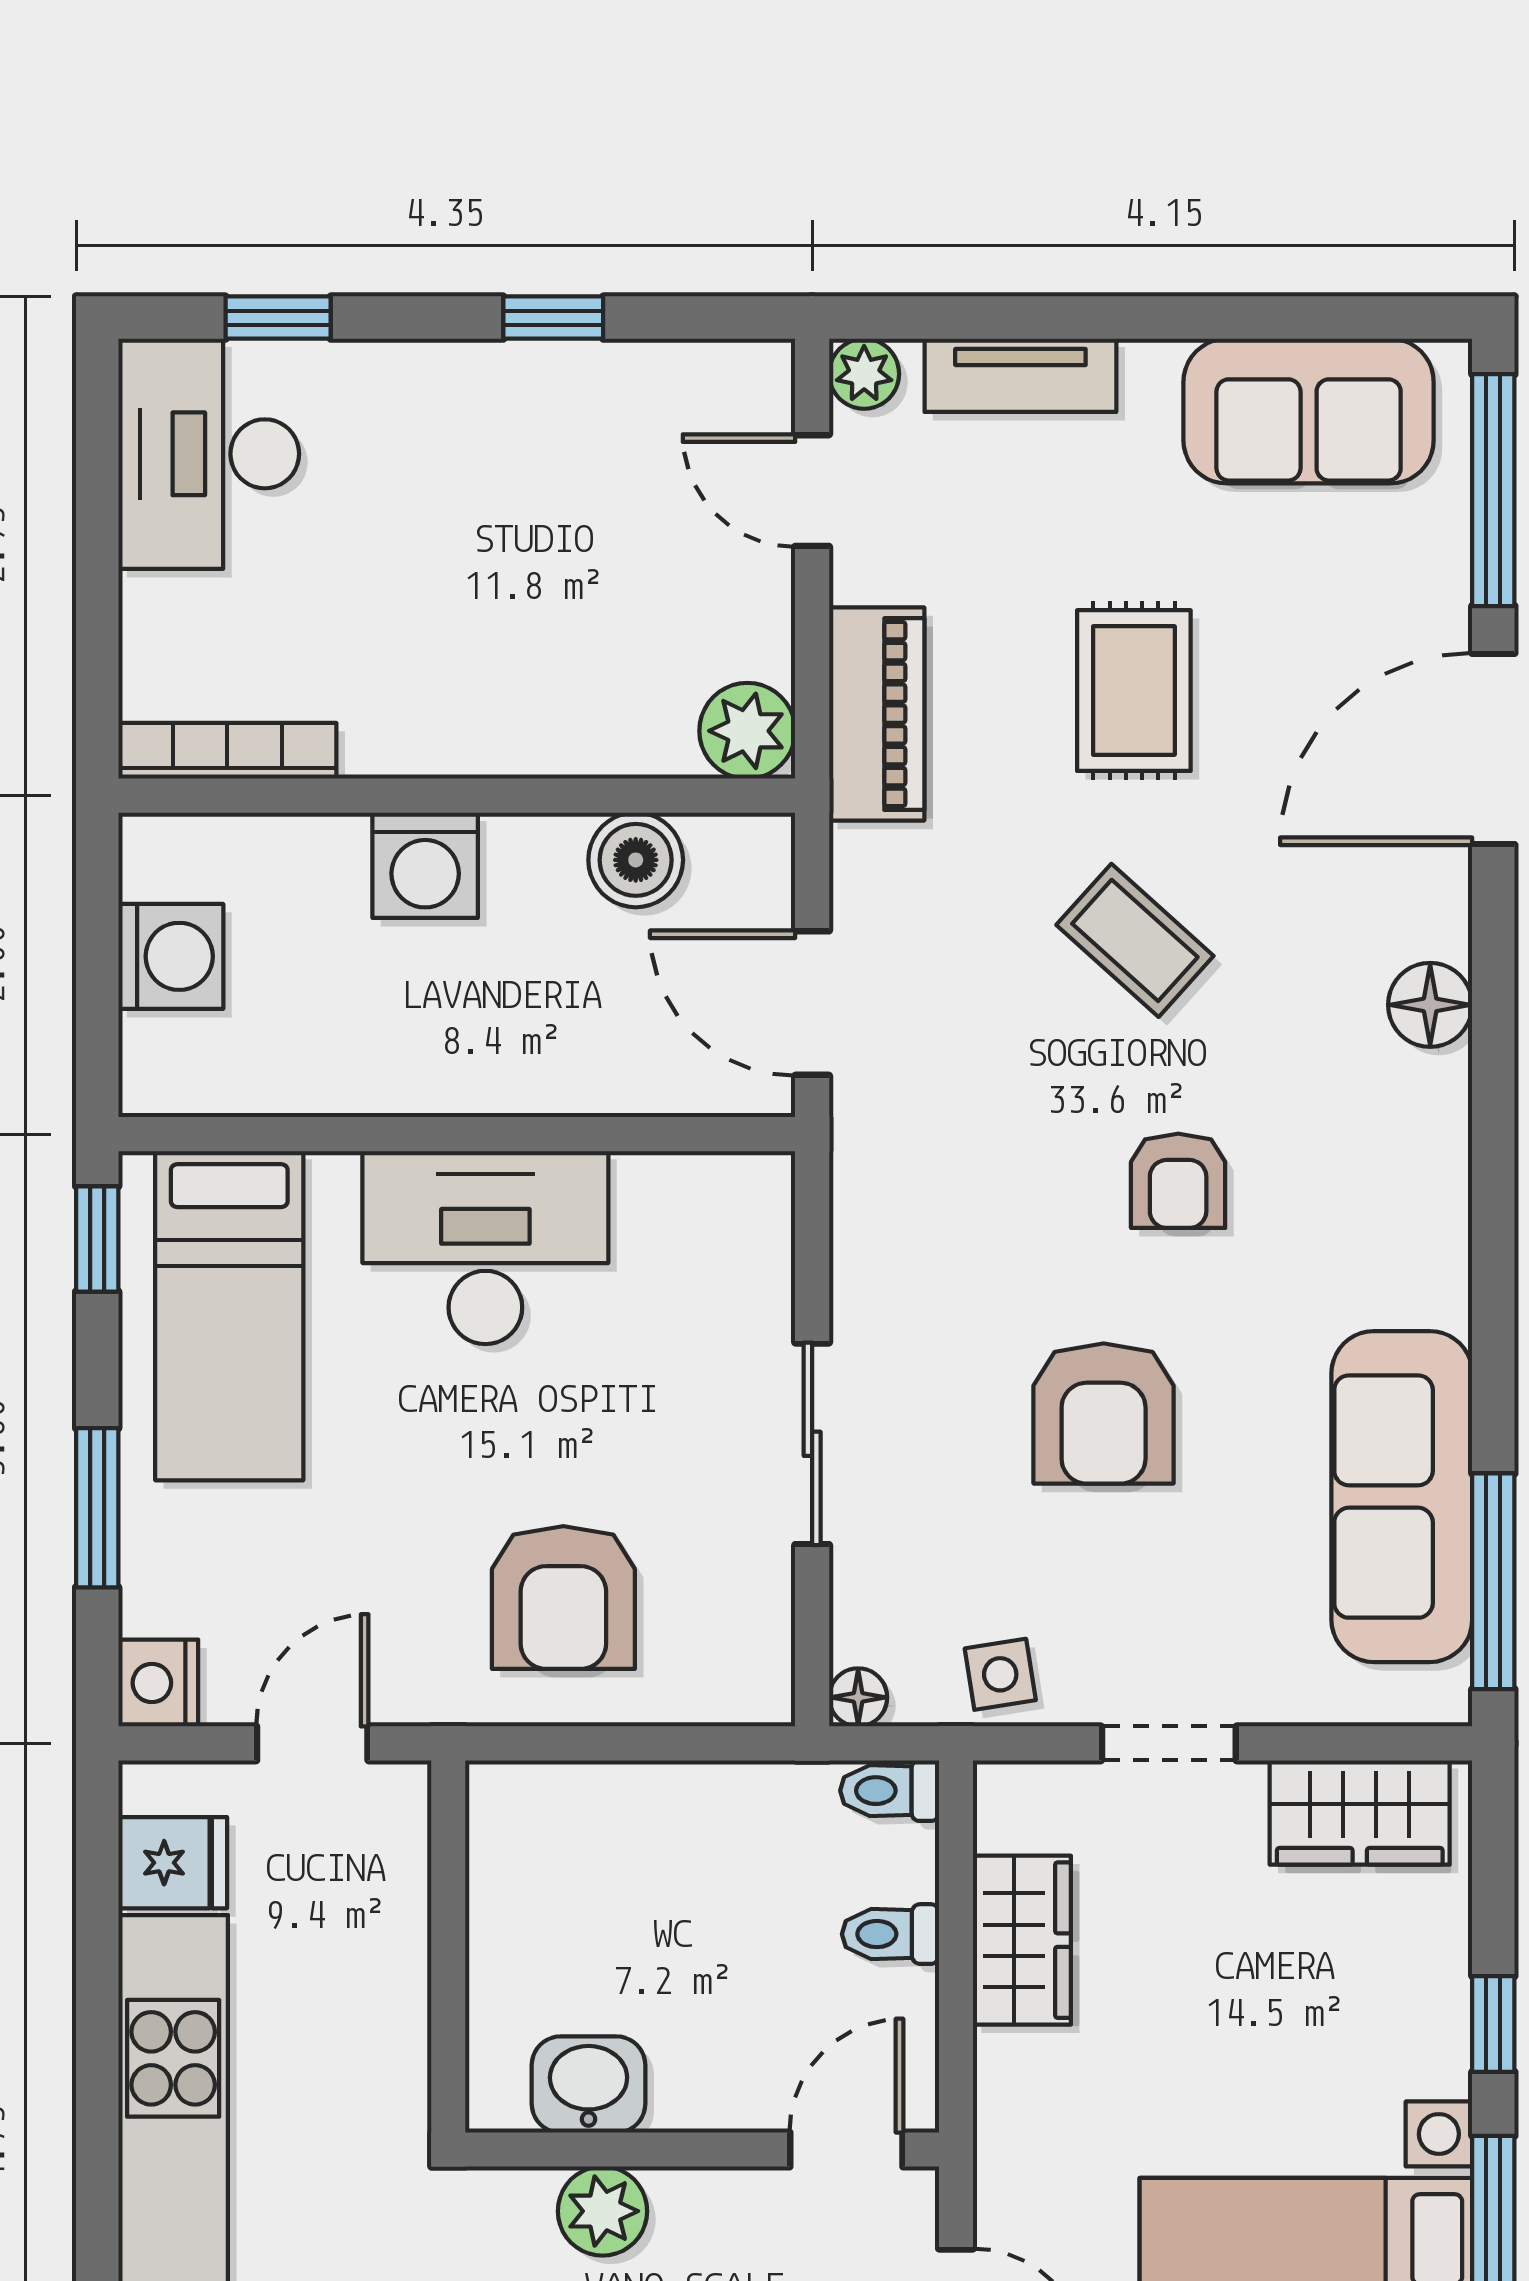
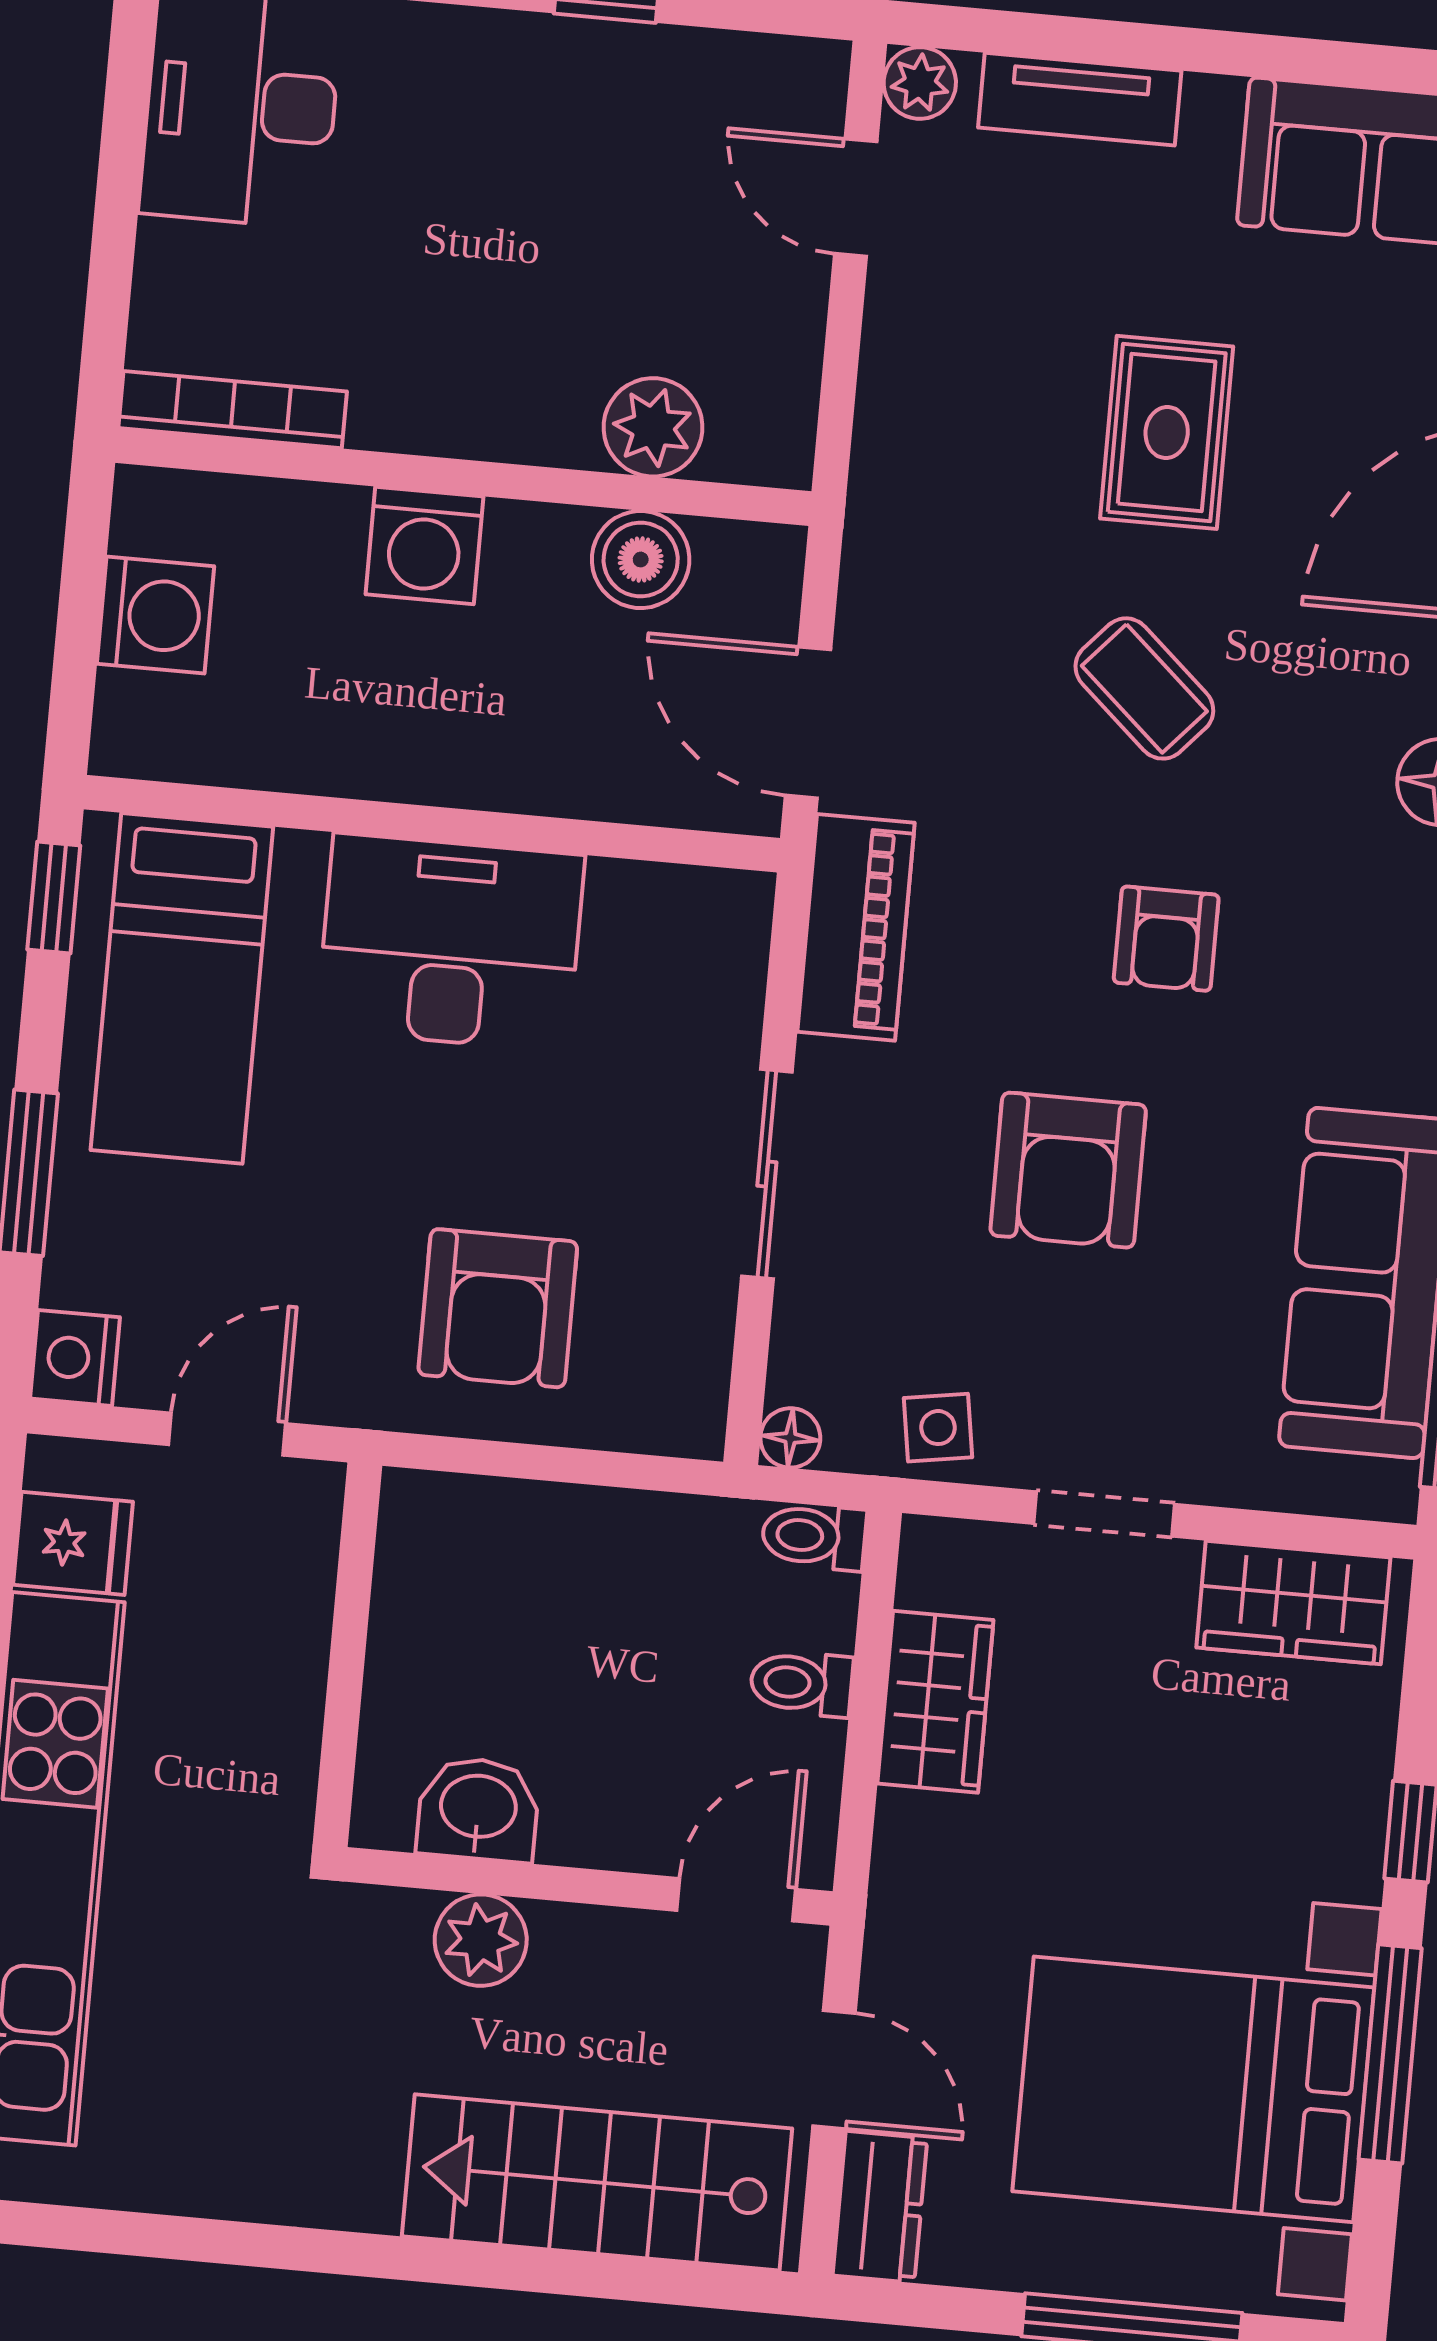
piano: (877, 714) -> (856, 927), moved
plant: (747, 731) -> (653, 427), moved

